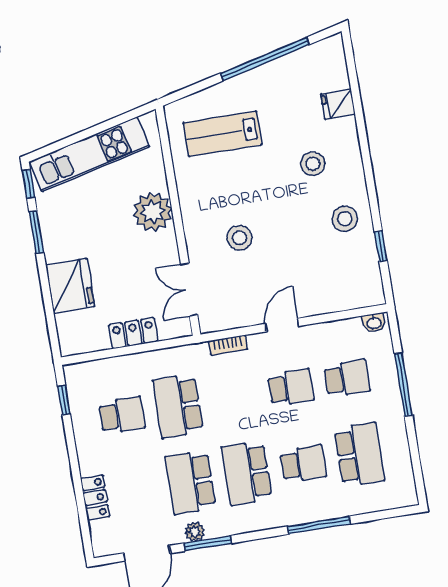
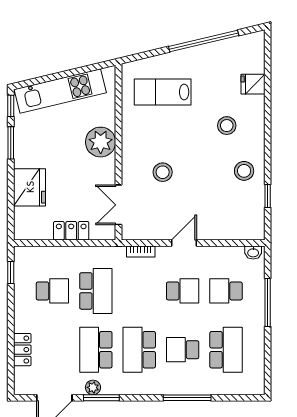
school desk: (347, 378) -> (226, 291), turned 180
school desk: (178, 406) -> (96, 291), turned 180
school desk: (303, 464) -> (183, 350), turned 180

